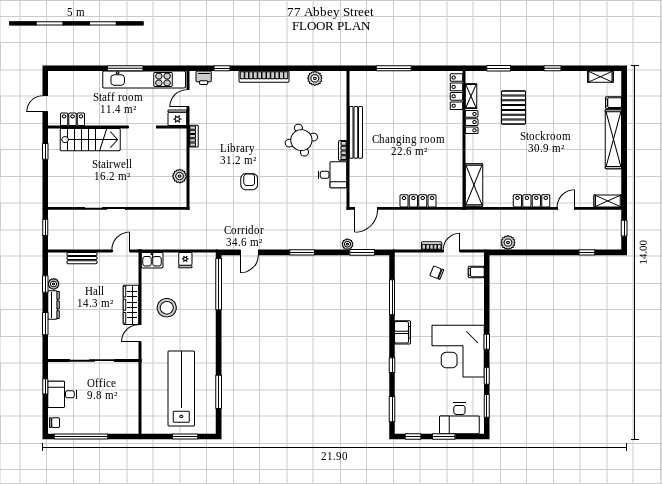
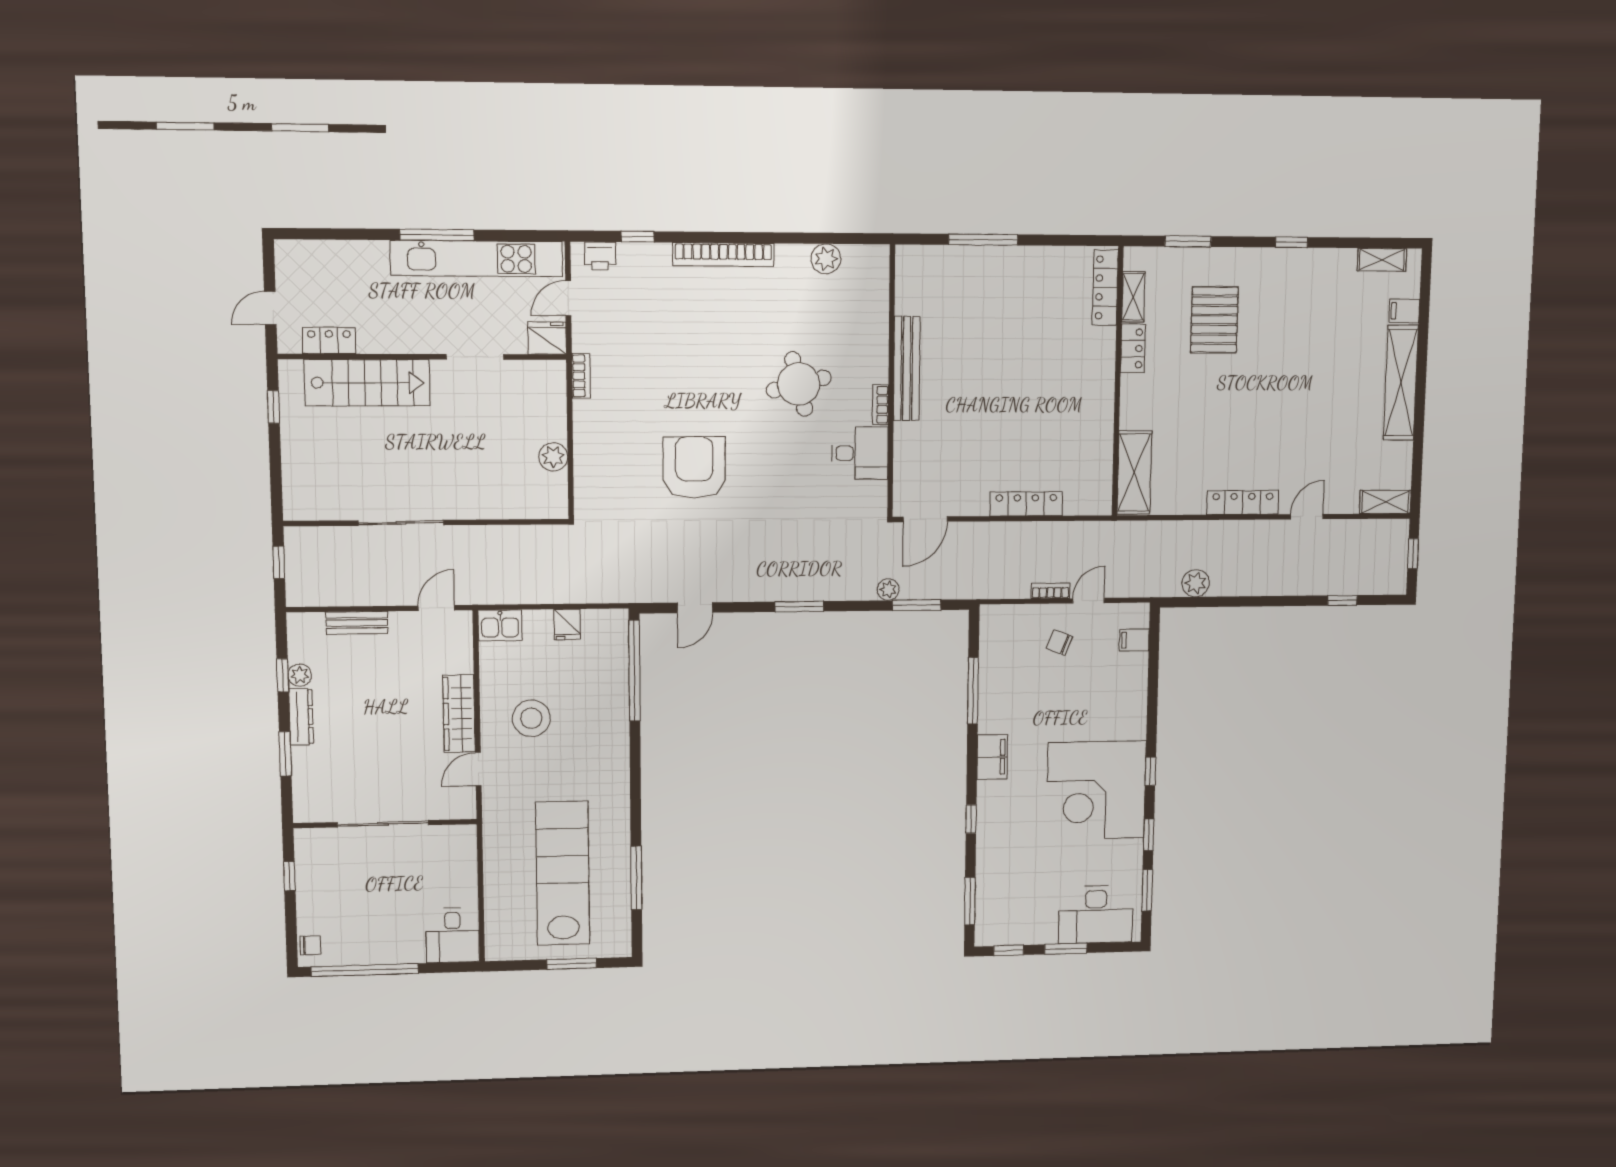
armchair: (249, 182) -> (694, 468), width x1.88, depth x1.88
desk: (62, 394) -> (453, 935), moved, turned -90

